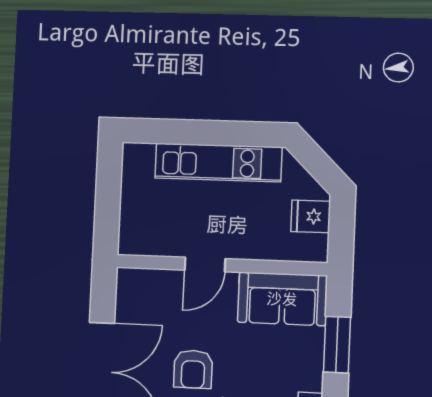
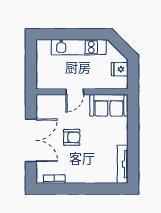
window: (337, 345) -> (133, 124), removed
armchair: (193, 369) -> (72, 137), turned -90

